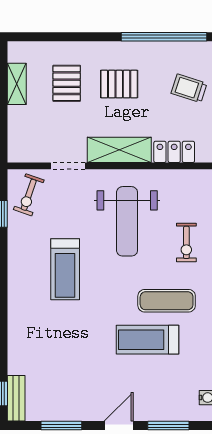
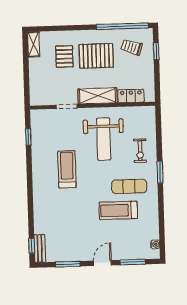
shelving: (17, 84) -> (34, 44), moved
pallet: (119, 84) -> (96, 56), width x1.50, depth x1.42
trolley: (189, 88) -> (132, 47), moved
exercise bike: (29, 195) -> (43, 125), removed
treadmill: (65, 269) -> (67, 169), turned 180

